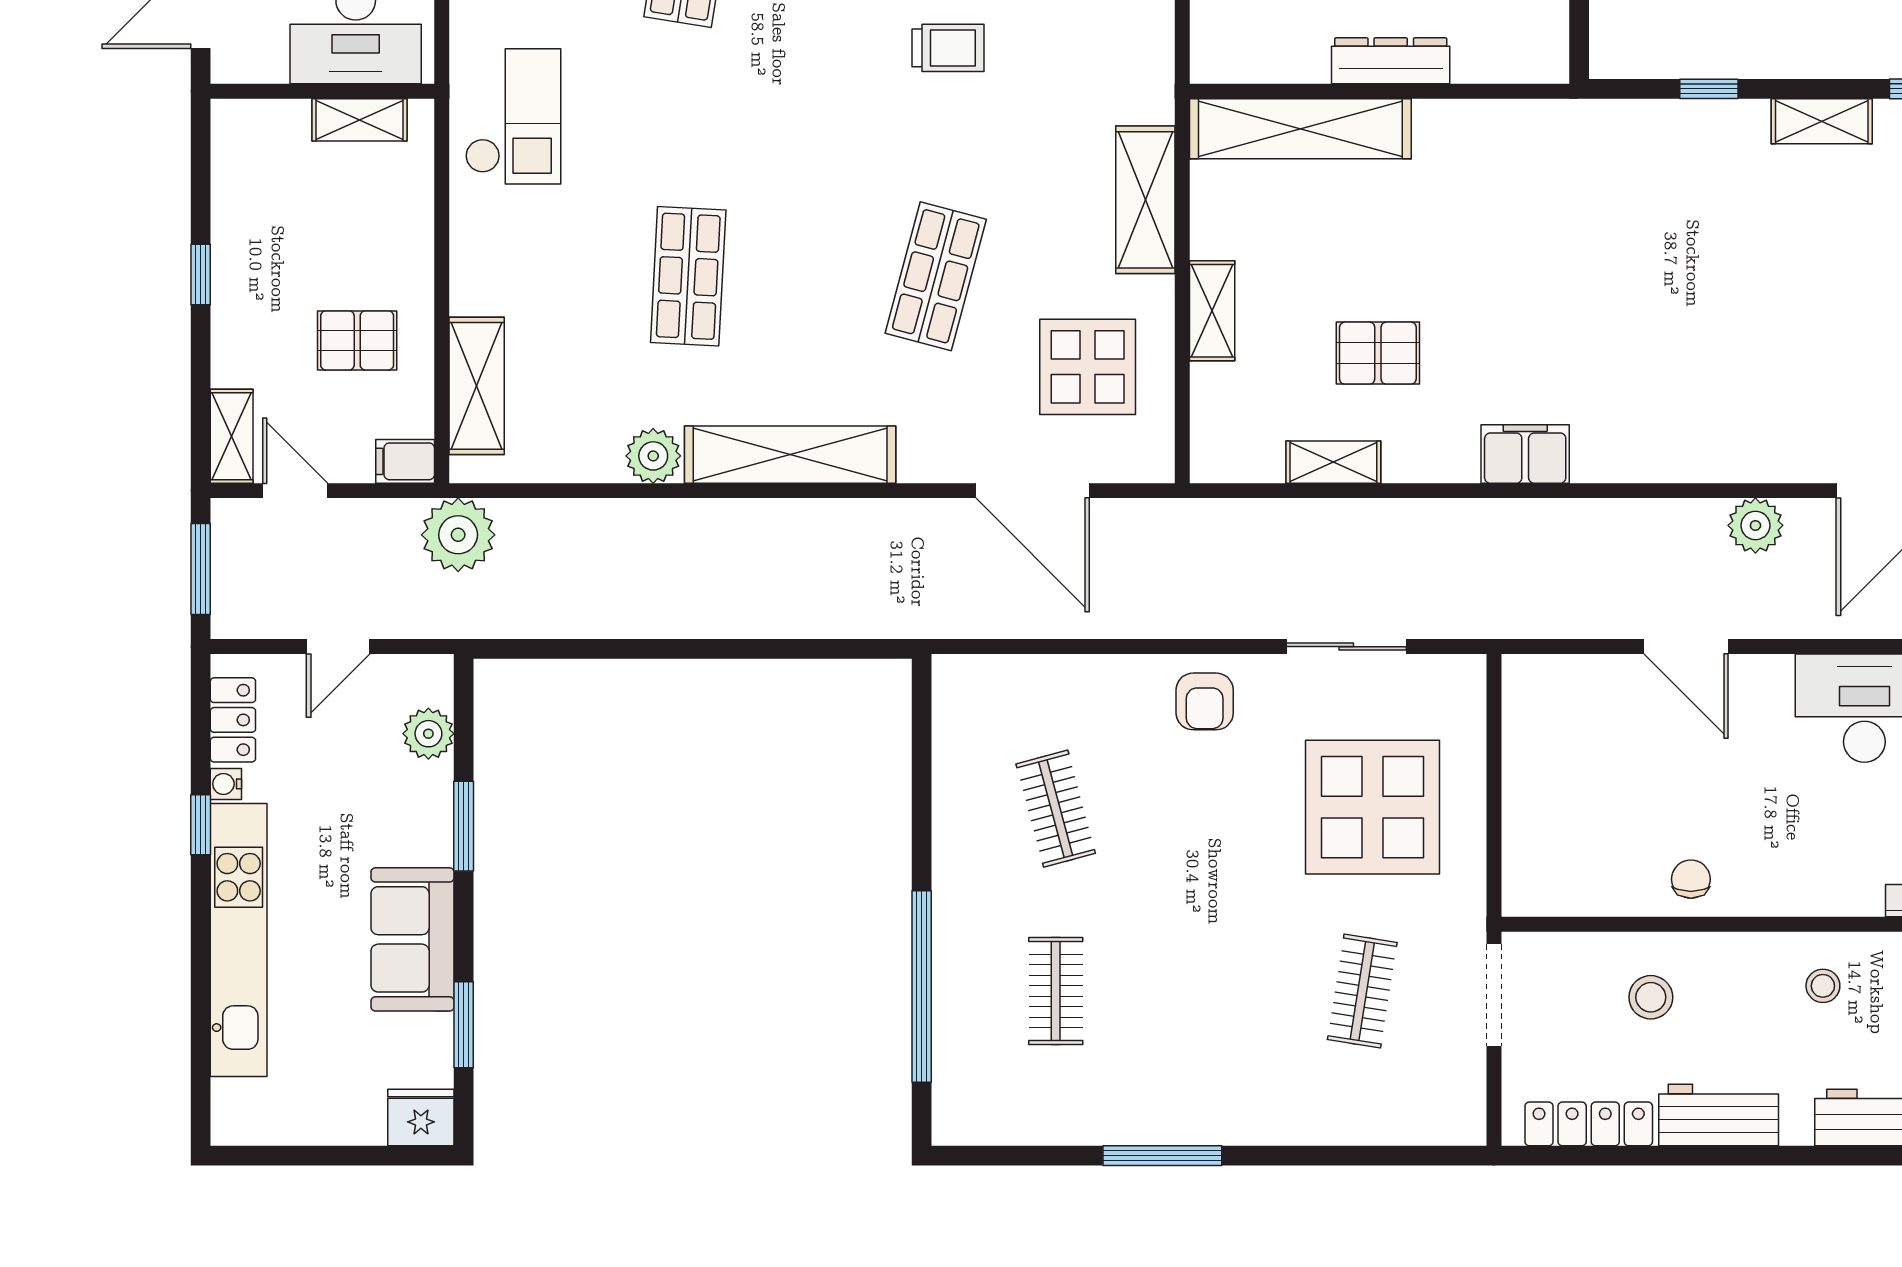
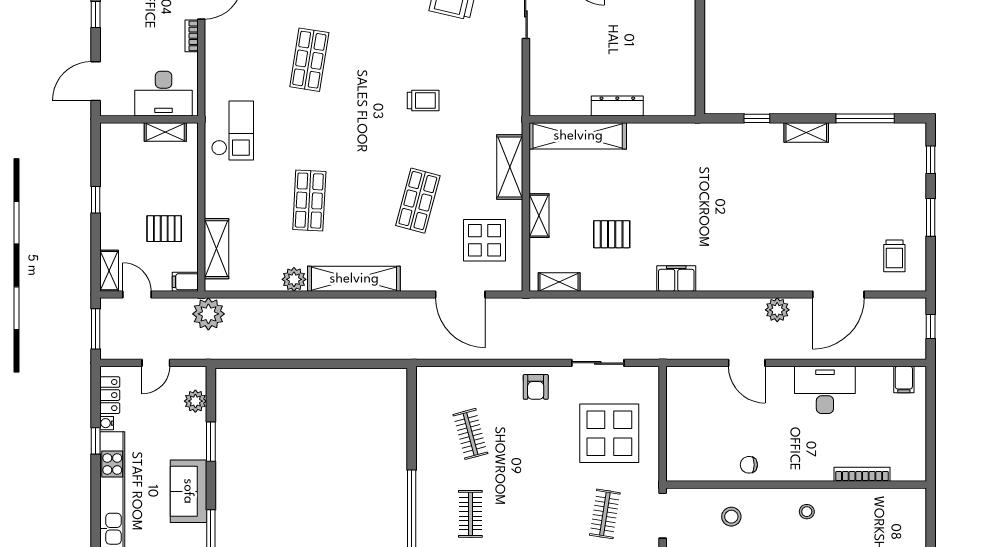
shelving: (1333, 462) -> (559, 282), moved
chair: (1691, 879) -> (749, 465), turned -90

